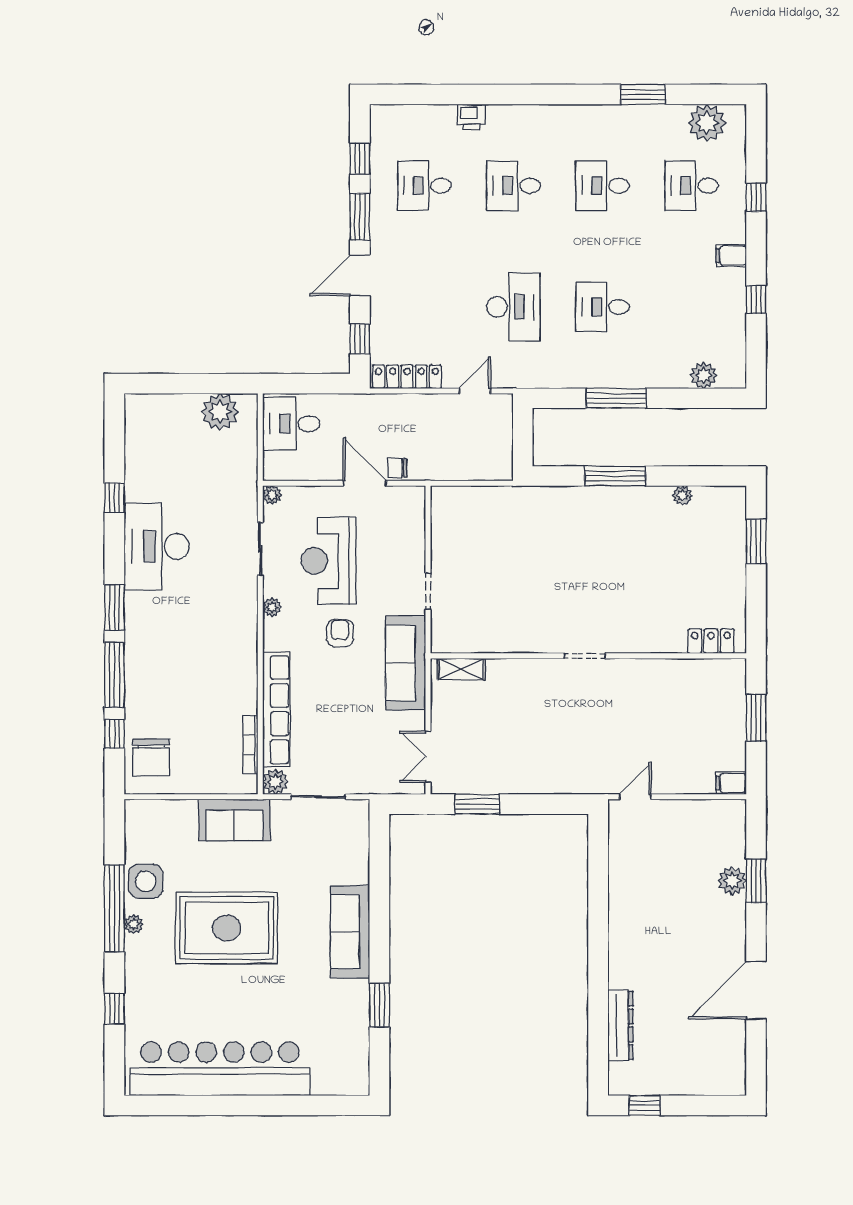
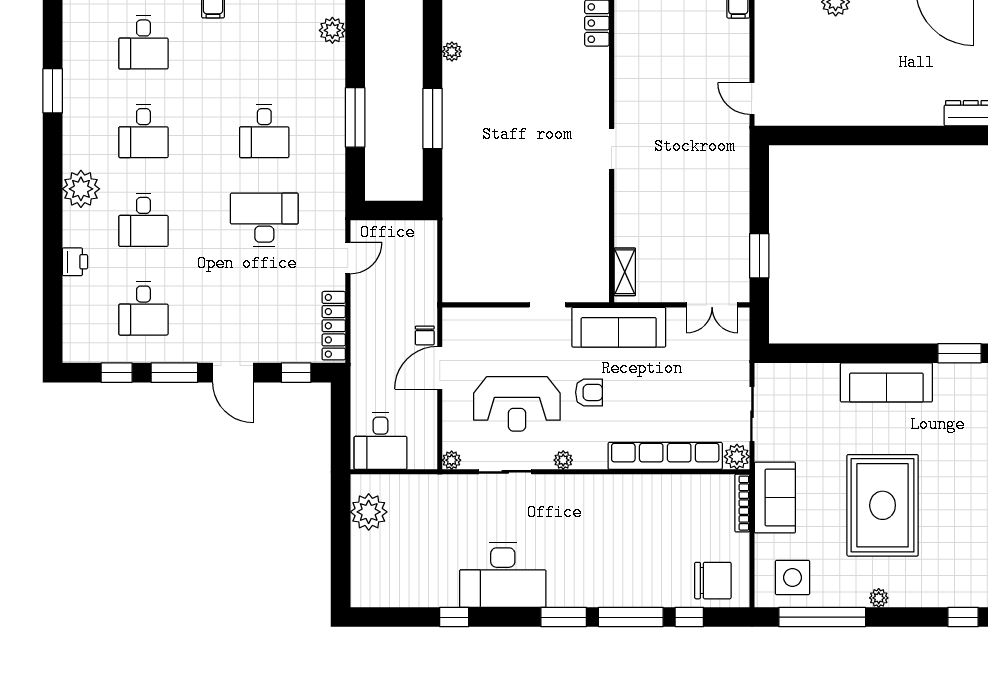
plant: (707, 123) -> (81, 189), moved
door: (475, 391) -> (348, 258), swing flipped
armchair: (340, 633) -> (589, 392), turned 180
bookcase: (250, 745) -> (742, 503), moved, turned 90
side table: (146, 881) -> (792, 578), moved
window: (114, 908) -> (822, 617), moved

